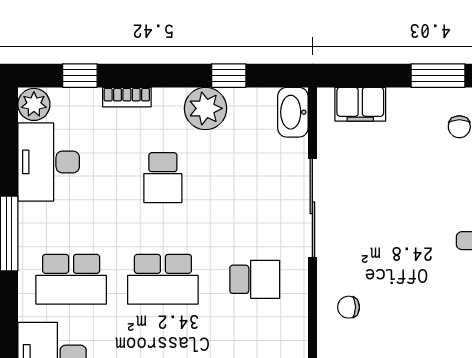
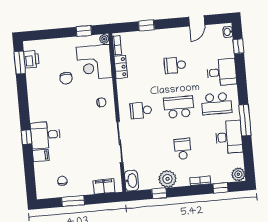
desk: (49, 162) -> (229, 137), moved
school desk: (71, 279) -> (217, 104), turned 180

